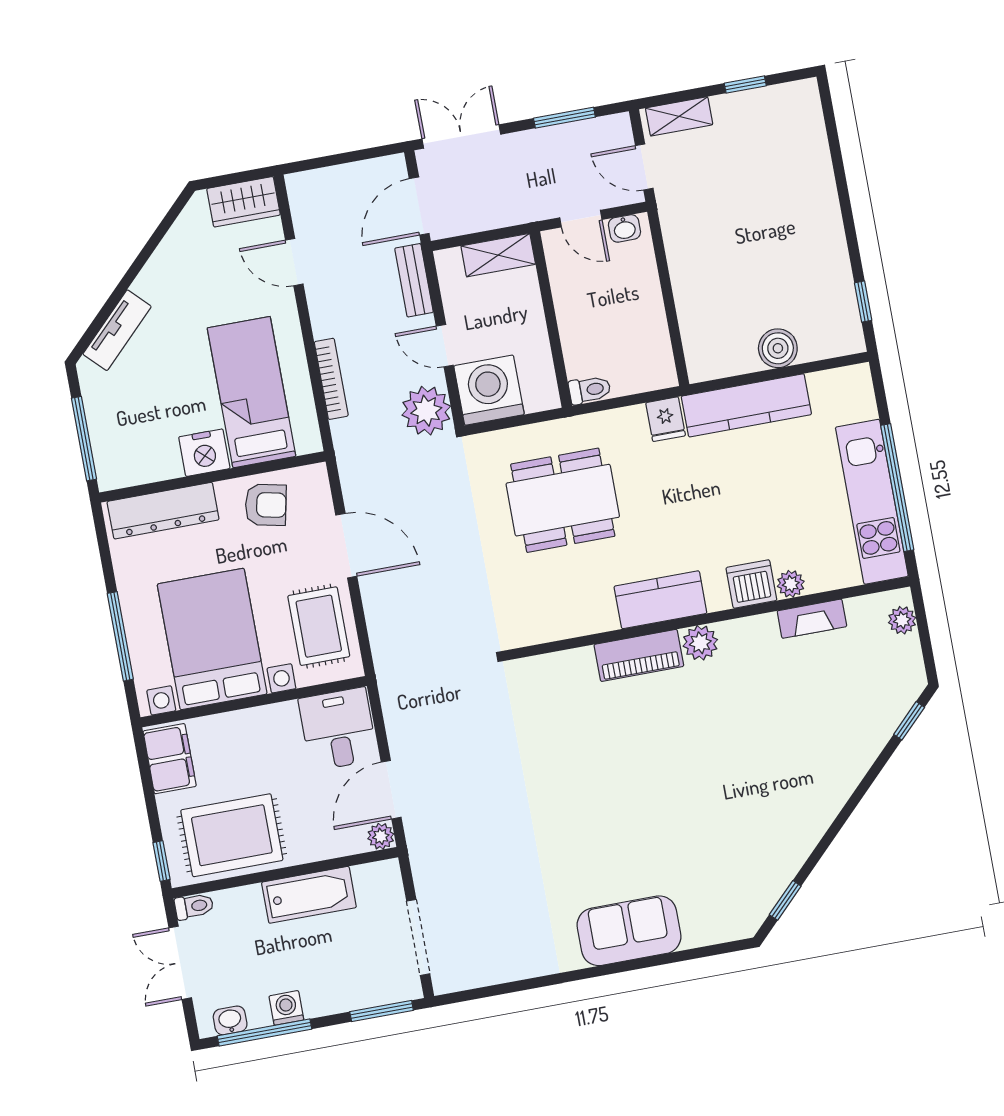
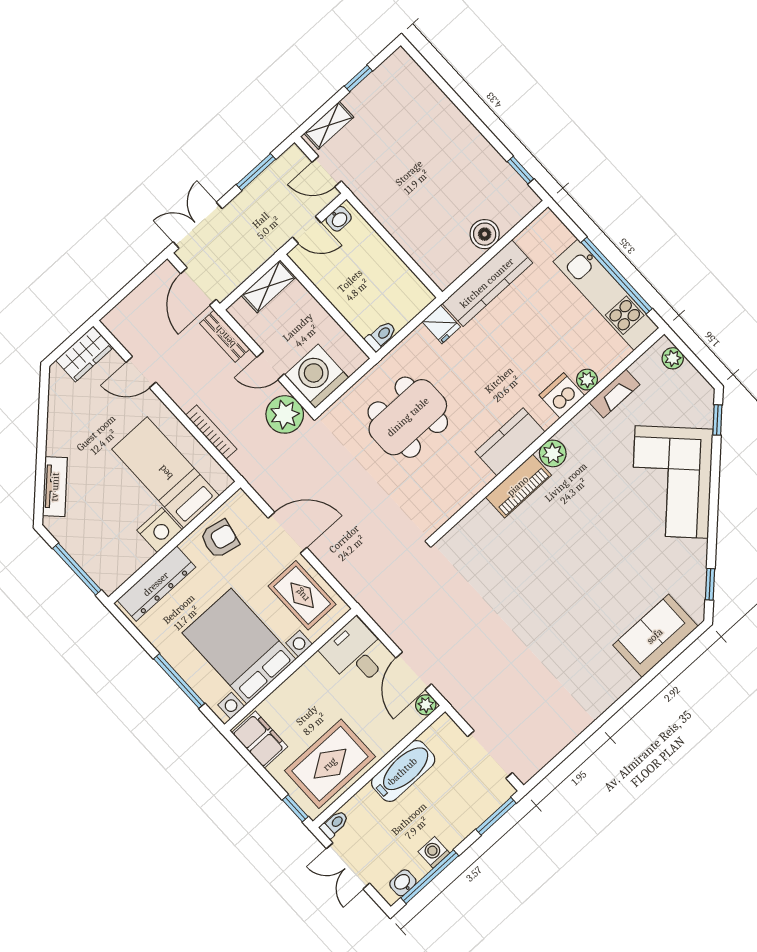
corner sofa: (814, 758) -> (672, 482), added
sofa: (629, 931) -> (655, 636), moved

